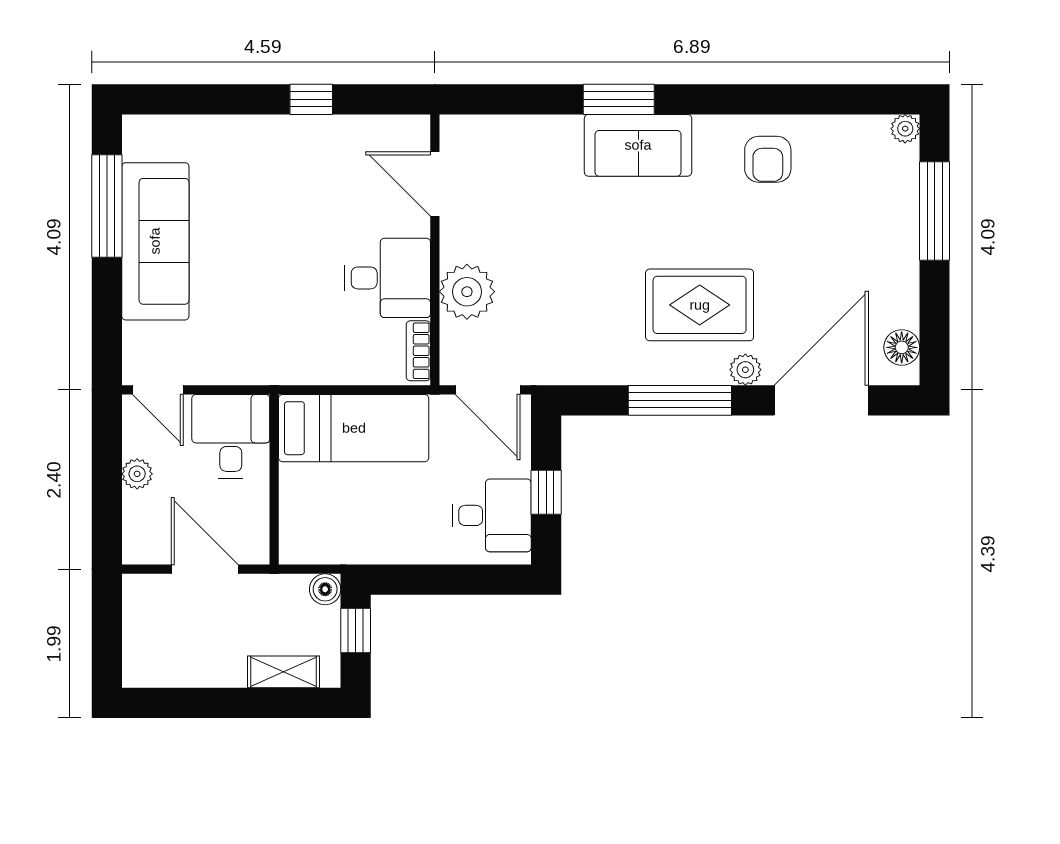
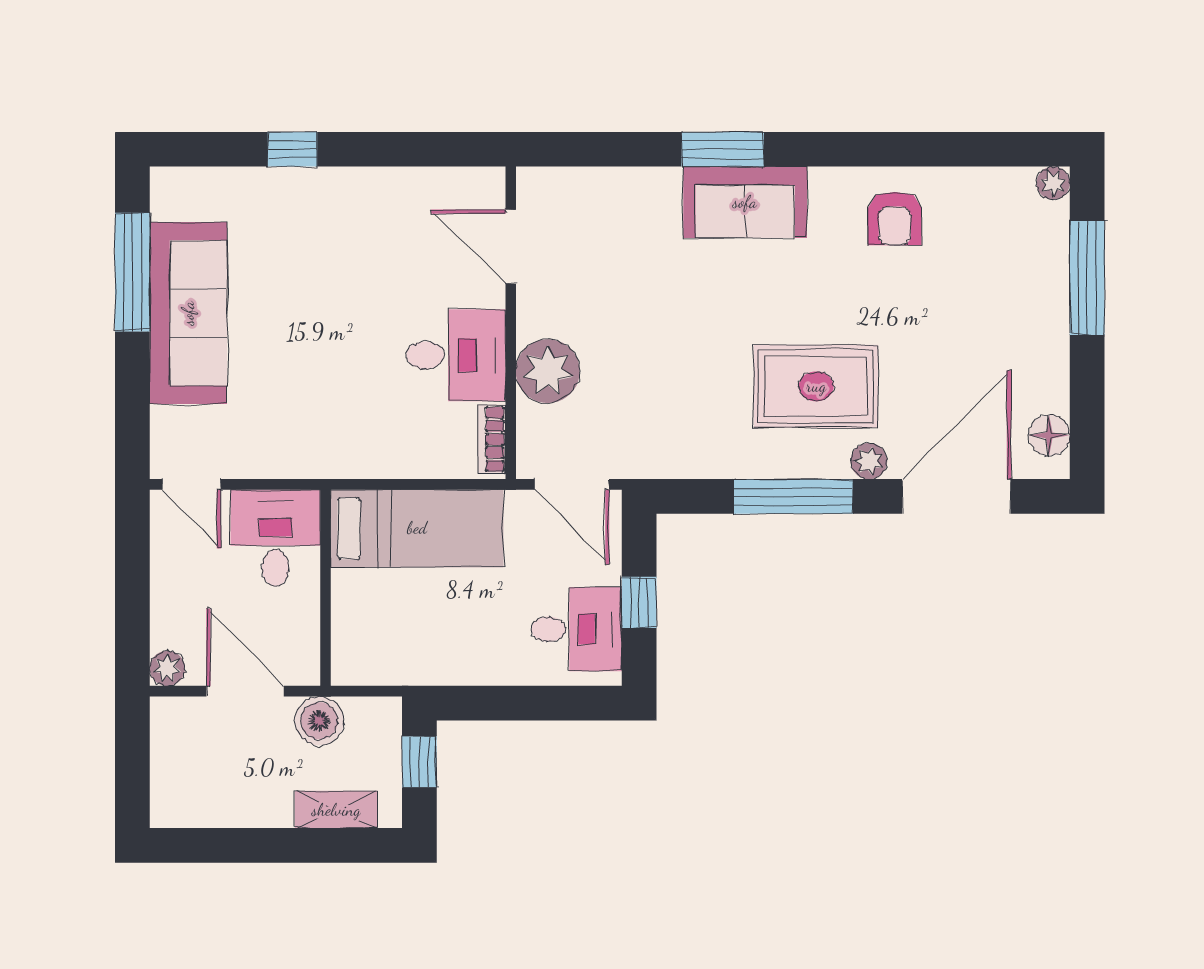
window: (311, 99) -> (293, 149), moved
plant: (137, 474) -> (167, 668), moved
boiler: (325, 589) -> (319, 721), moved, width x1.36, depth x1.36

